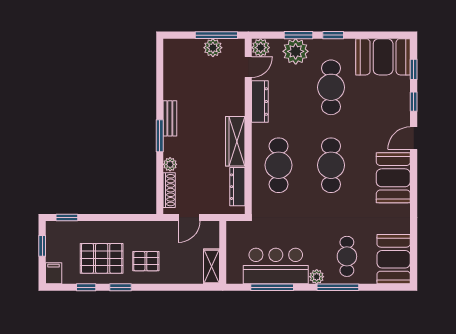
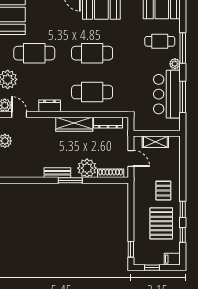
dresser: (260, 102) -> (50, 106), width x0.70
plant: (170, 164) -> (87, 168), width x1.87, depth x1.87
shelving: (211, 266) -> (155, 142), moved

